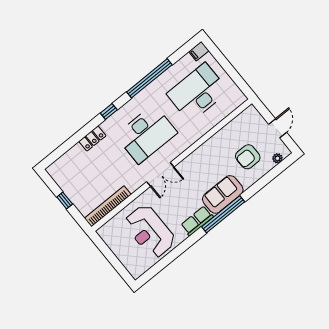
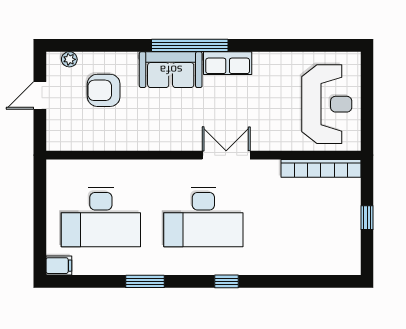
window: (149, 78) -> (145, 281), width x0.47
desk: (146, 134) -> (203, 217), turned 180
locker: (92, 139) -> (273, 265), removed
armchair: (248, 157) -> (104, 90), turned 180
reception desk: (150, 231) -> (327, 104), moved

